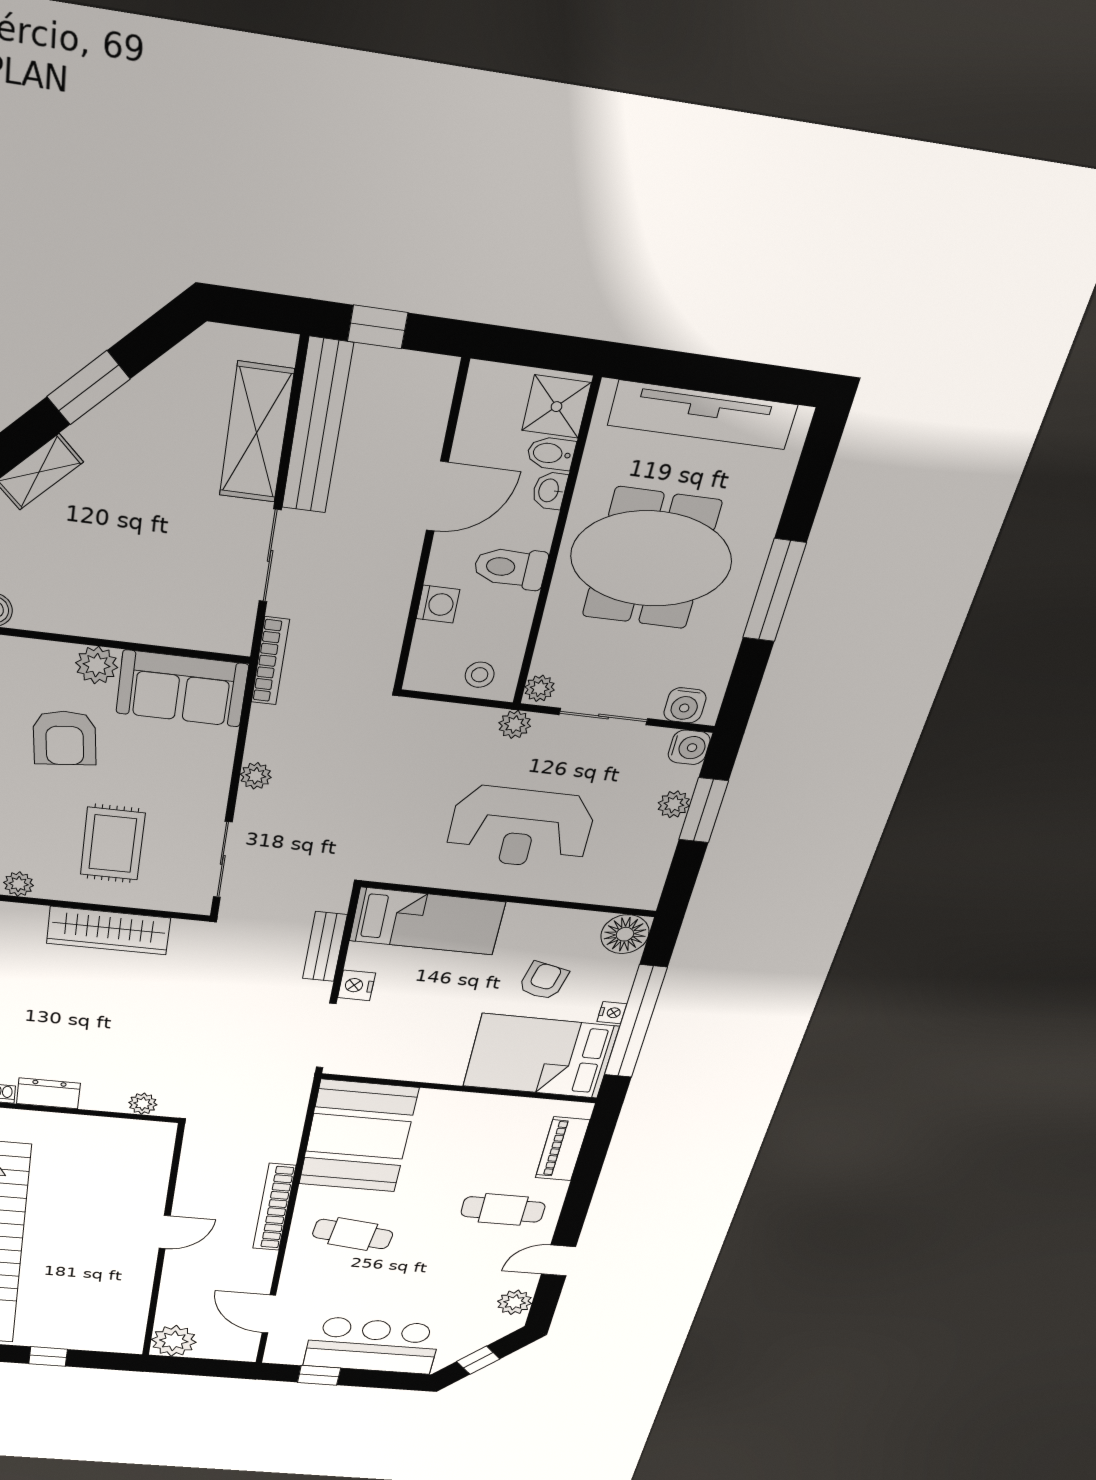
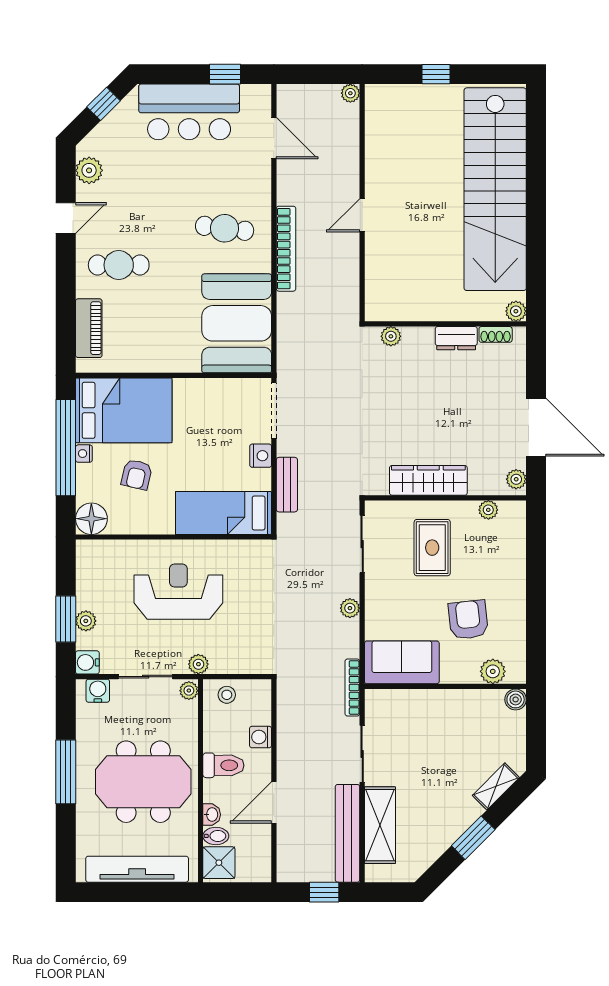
plant: (97, 665) -> (493, 671), moved
plant: (174, 1341) -> (350, 93), width x0.53, depth x0.53

